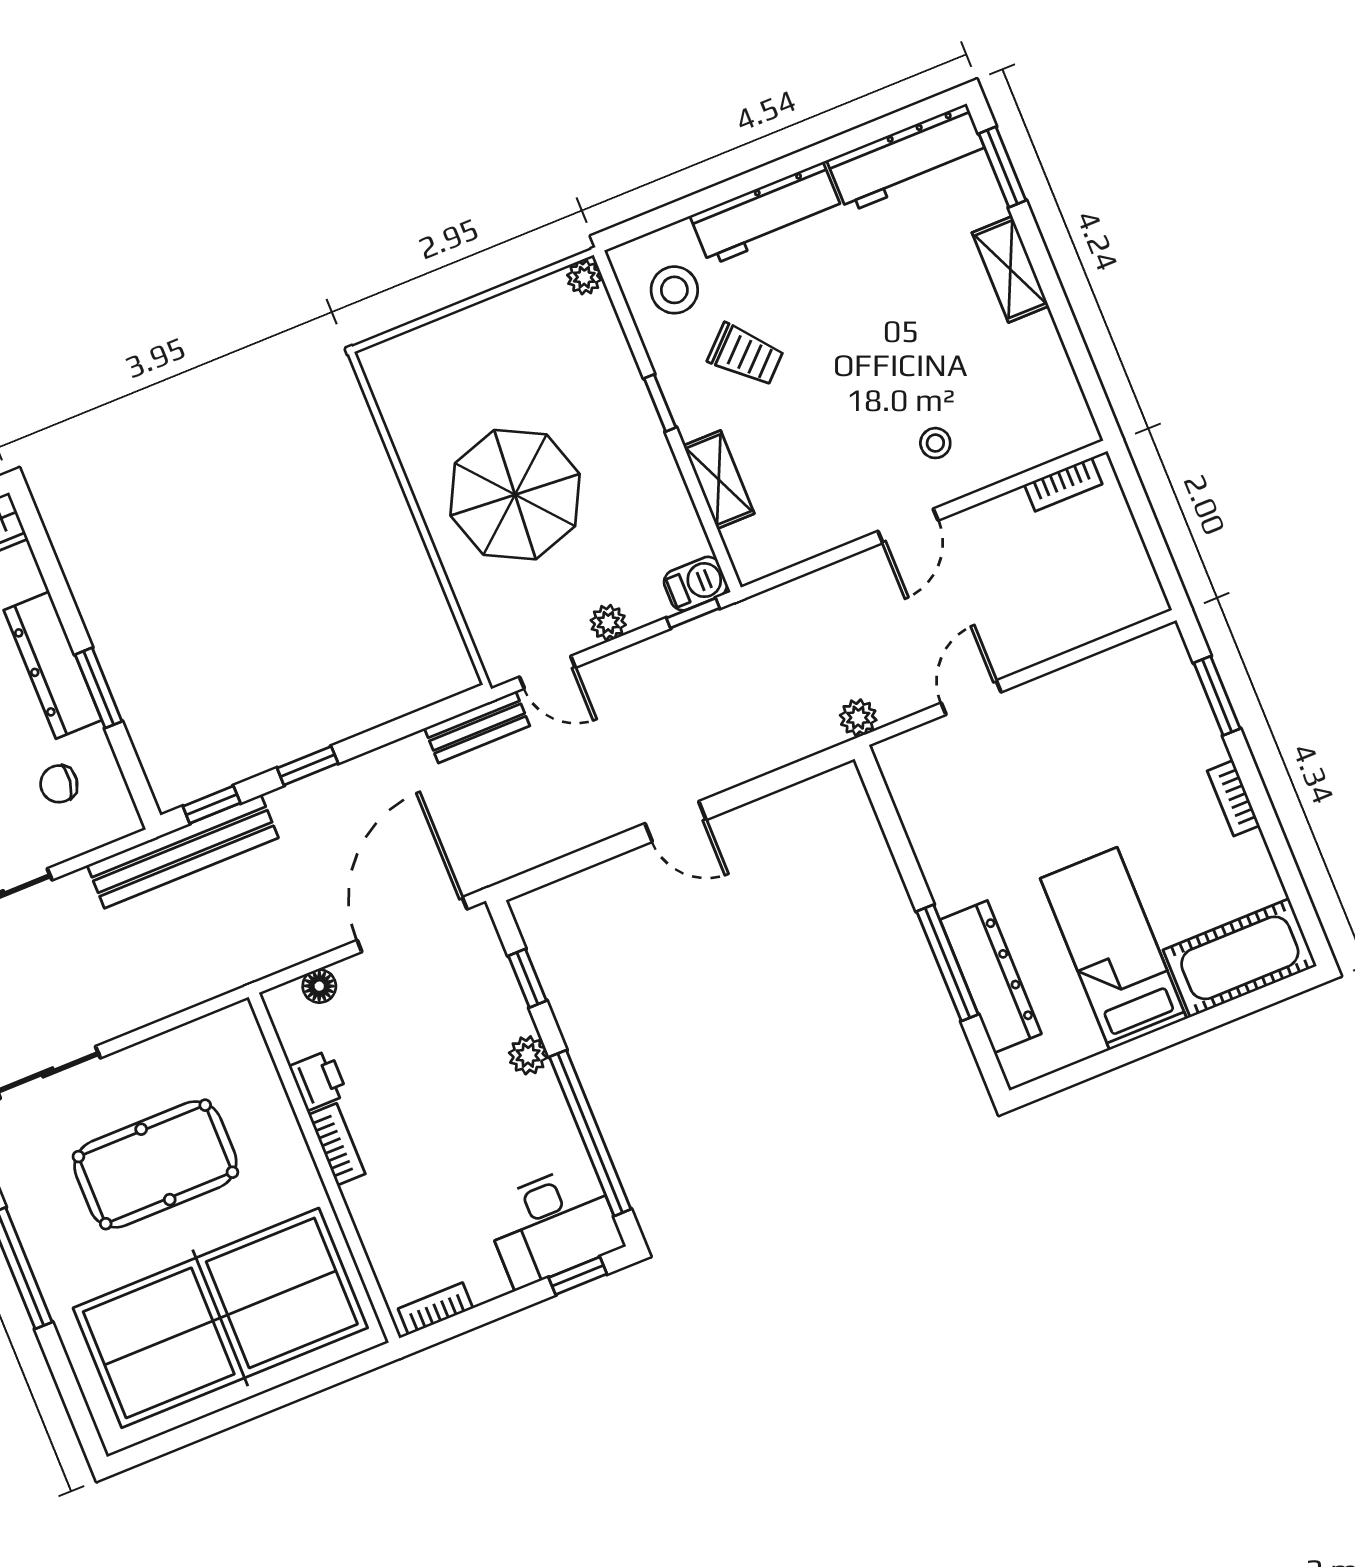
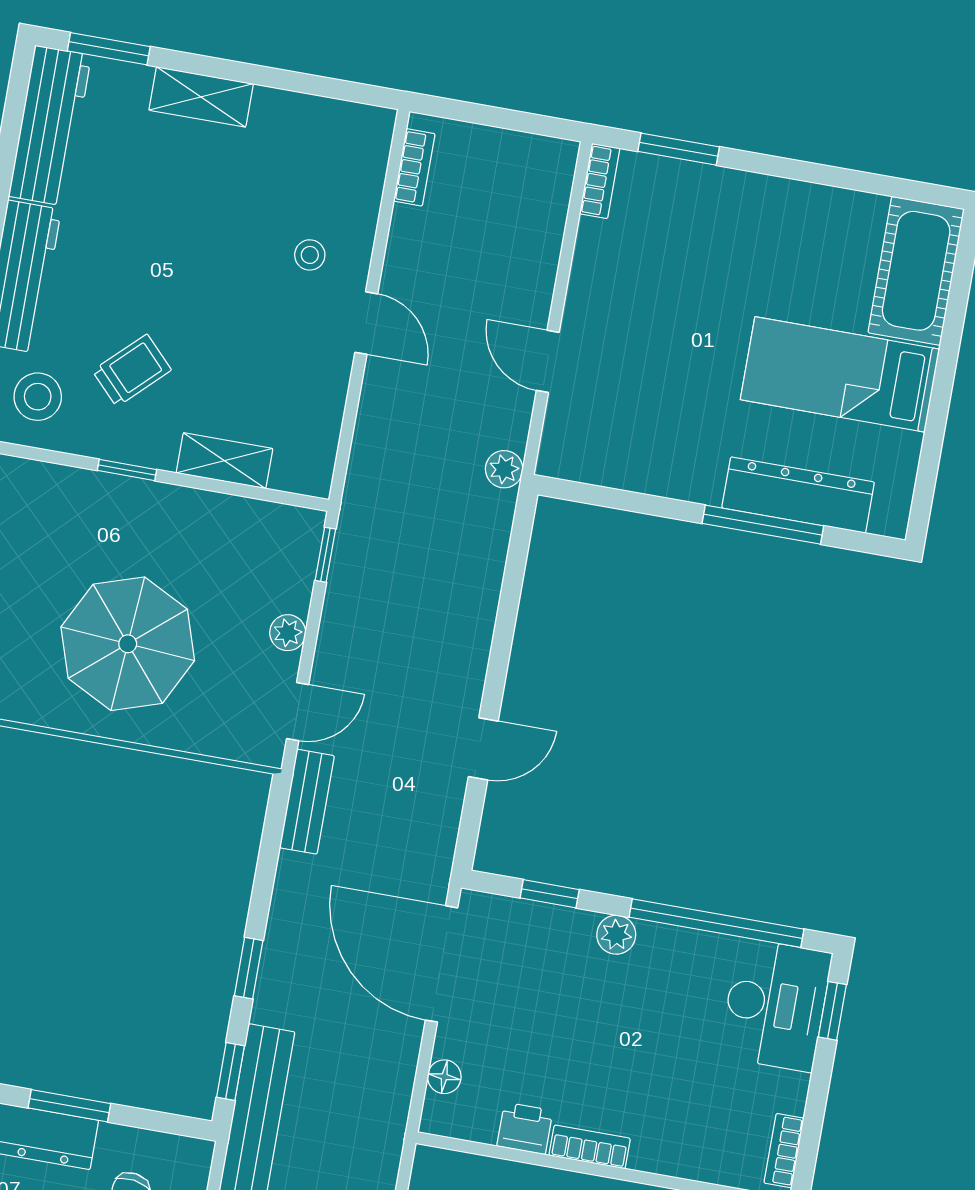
barbecue: (696, 584) -> (301, 537), removed
bookcase: (1233, 798) -> (600, 181), moved, turned -90
door: (676, 822) -> (483, 749), moved

